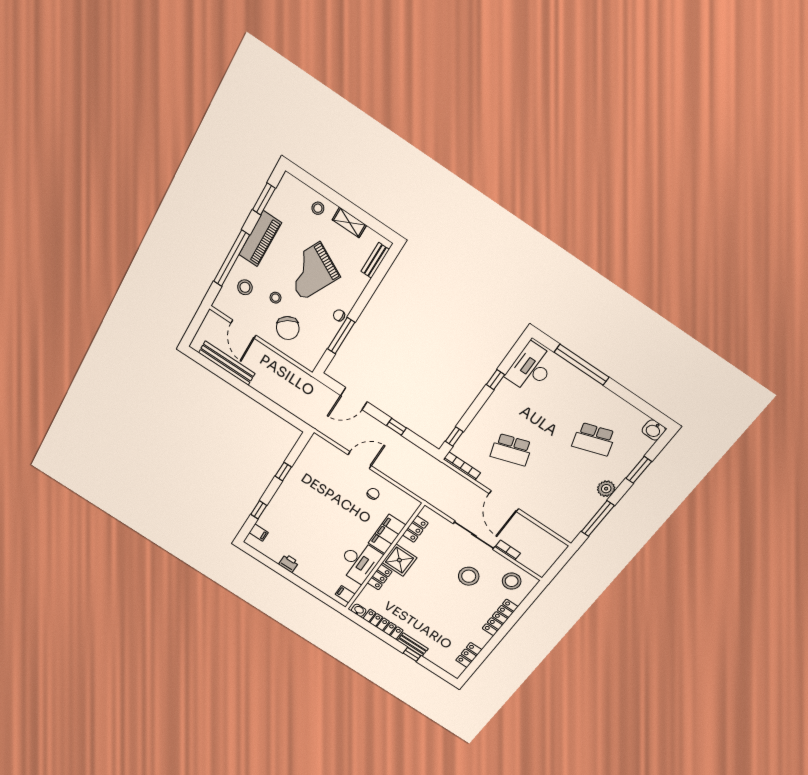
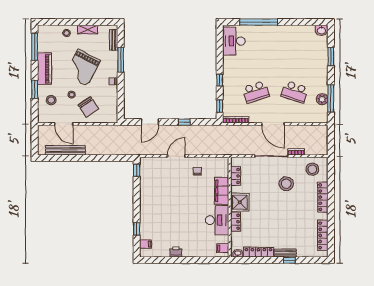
window: (264, 199) -> (35, 47), width x1.44
window: (231, 258) -> (35, 89), width x0.47
window: (341, 336) -> (121, 60), moved
window: (495, 380) -> (220, 80), moved
school desk: (594, 439) -> (295, 92), moved, turned 36
window: (283, 472) -> (137, 170), moved
plant: (606, 489) -> (322, 99), moved
locker: (469, 655) -> (323, 235), width x1.53

